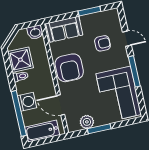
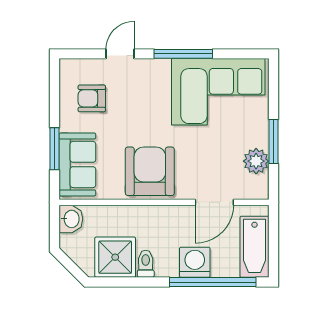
window: (89, 11) -> (55, 149), moved
armchair: (102, 43) -> (92, 98), moved, turned -90
armchair: (69, 68) -> (150, 171), turned -90

